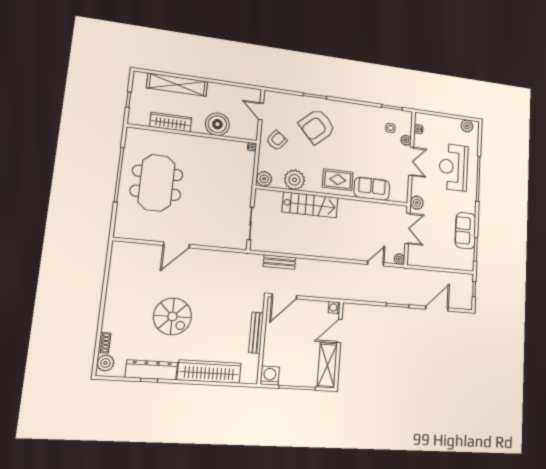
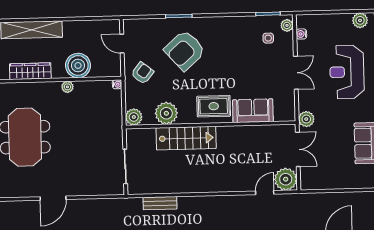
plant: (406, 140) -> (287, 25), moved
plant: (205, 142) -> (67, 87), added
plant: (399, 259) -> (286, 179), width x1.87, depth x1.87

